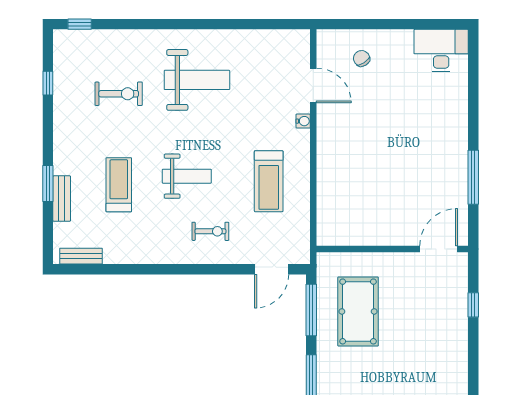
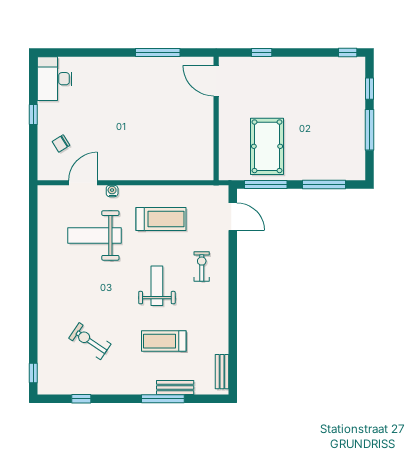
window: (397, 24) -> (33, 115), added
weight bench: (197, 80) -> (94, 235), moved, turned -90
exercise bike: (119, 94) -> (90, 341), turned -56
window: (48, 184) -> (163, 399), width x1.44
pool table: (358, 311) -> (267, 146), turned 90

